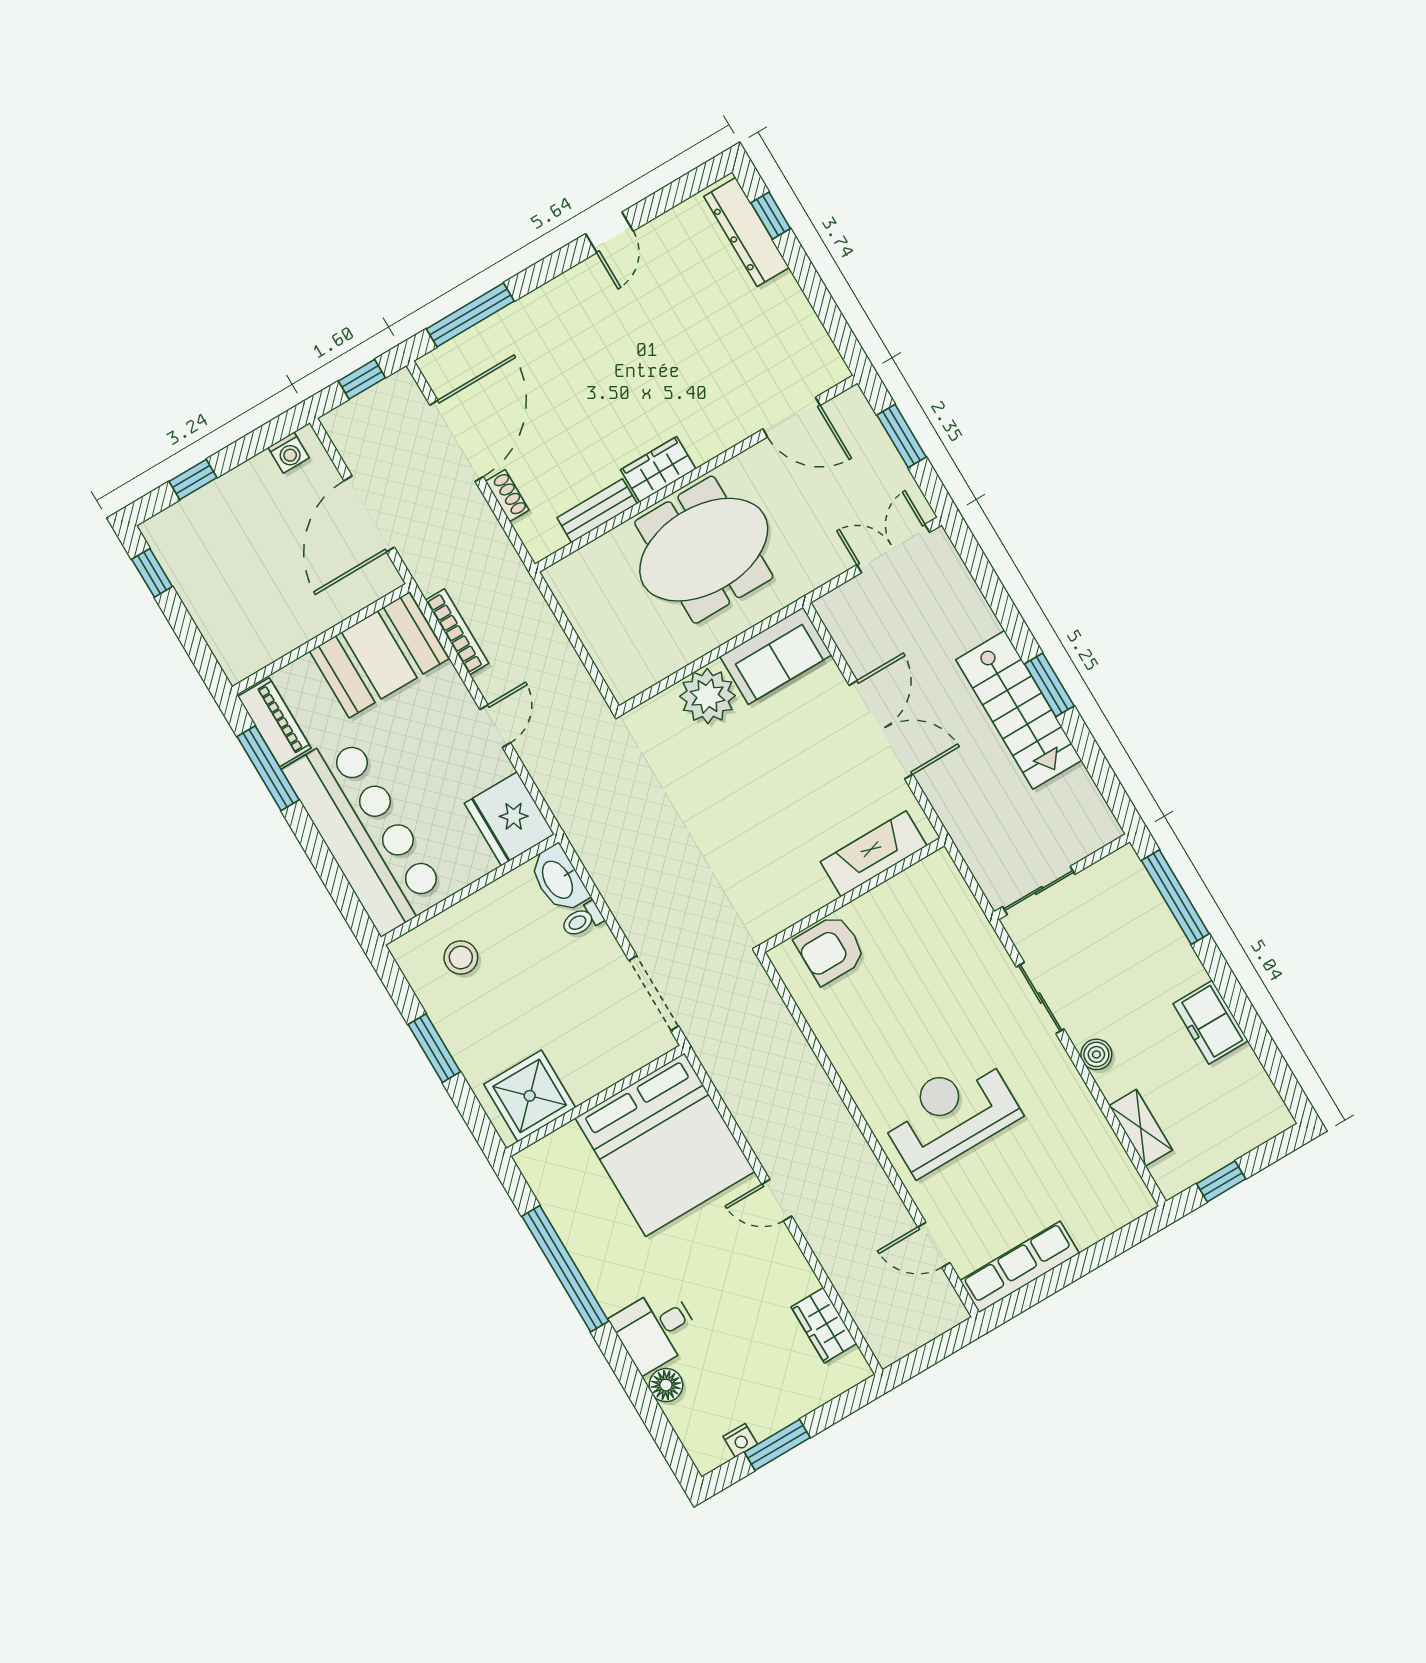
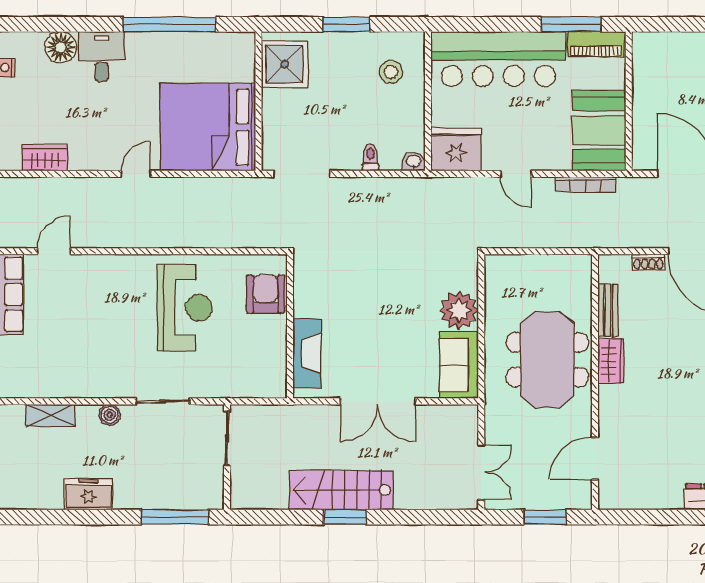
washbasin: (558, 879) -> (413, 162), width x0.52, depth x0.69
reception desk: (950, 1114) -> (185, 308), moved
floor lamp: (666, 1385) -> (61, 47), width x1.38, depth x1.38

